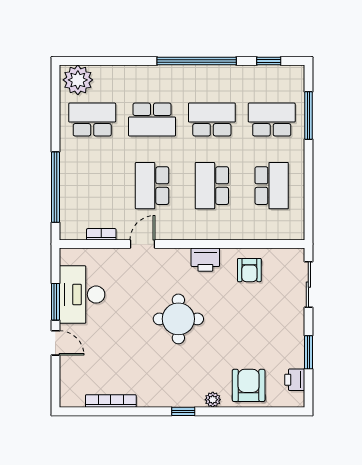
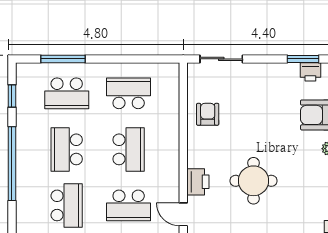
school desk: (272, 120) -> (67, 93), turned -90
school desk: (212, 186) -> (129, 149), turned -90
printer: (205, 260) -> (198, 182), moved
armchair: (249, 270) -> (208, 114), turned -90
window: (308, 352) -> (303, 59), moved

